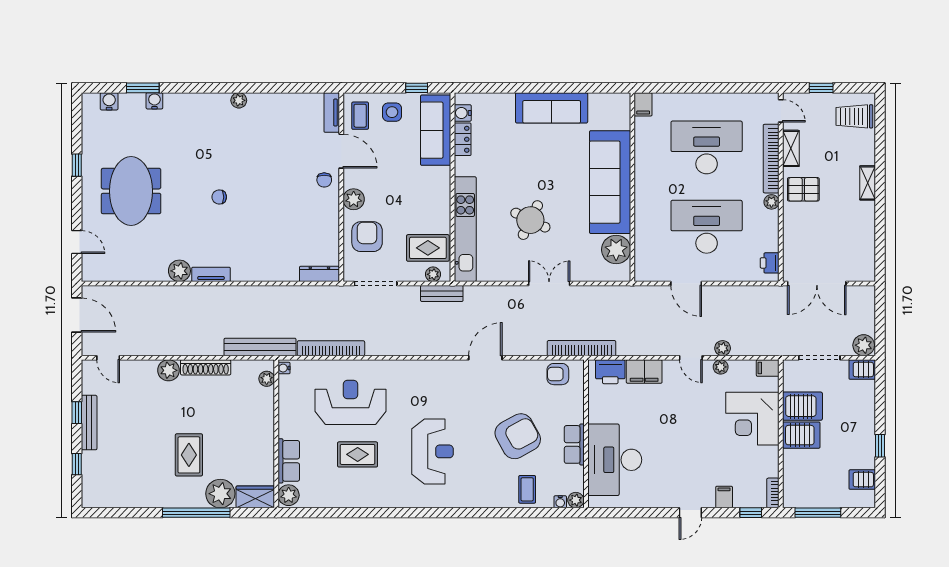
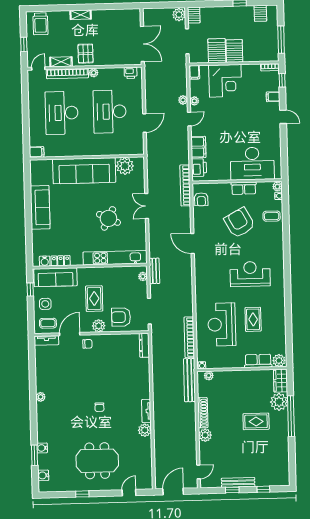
rug: (428, 248) -> (94, 299), moved

